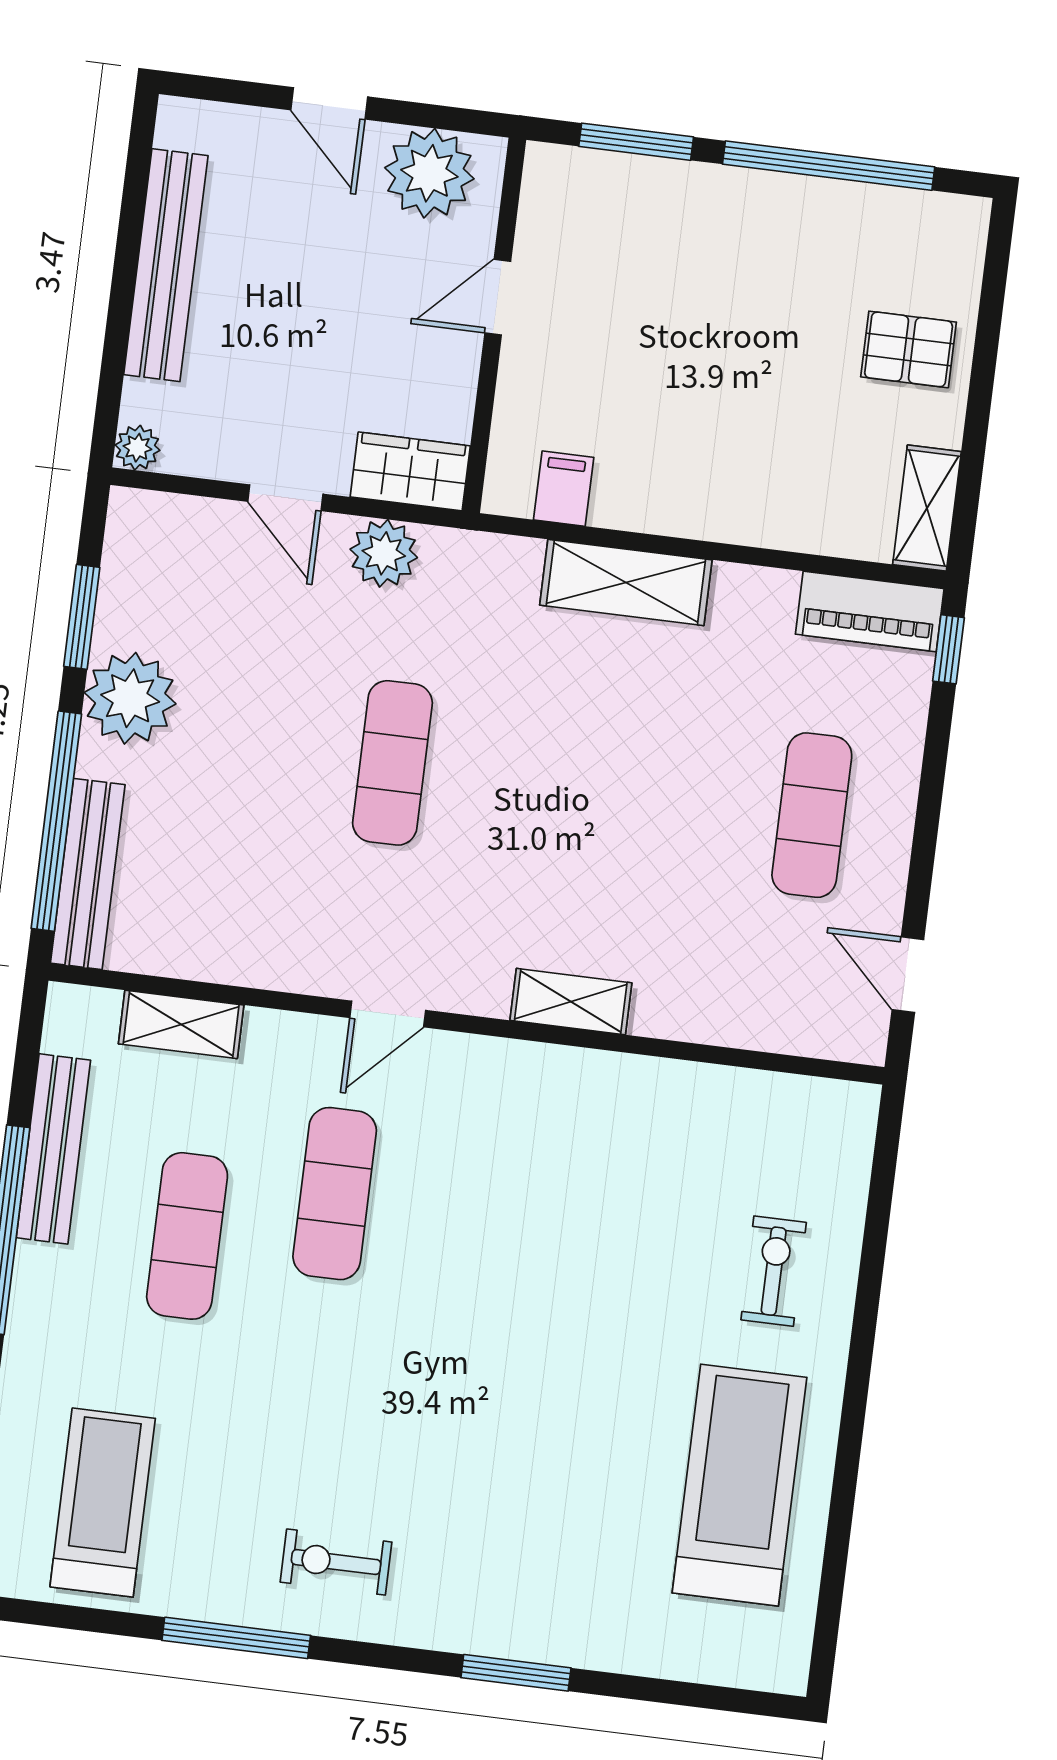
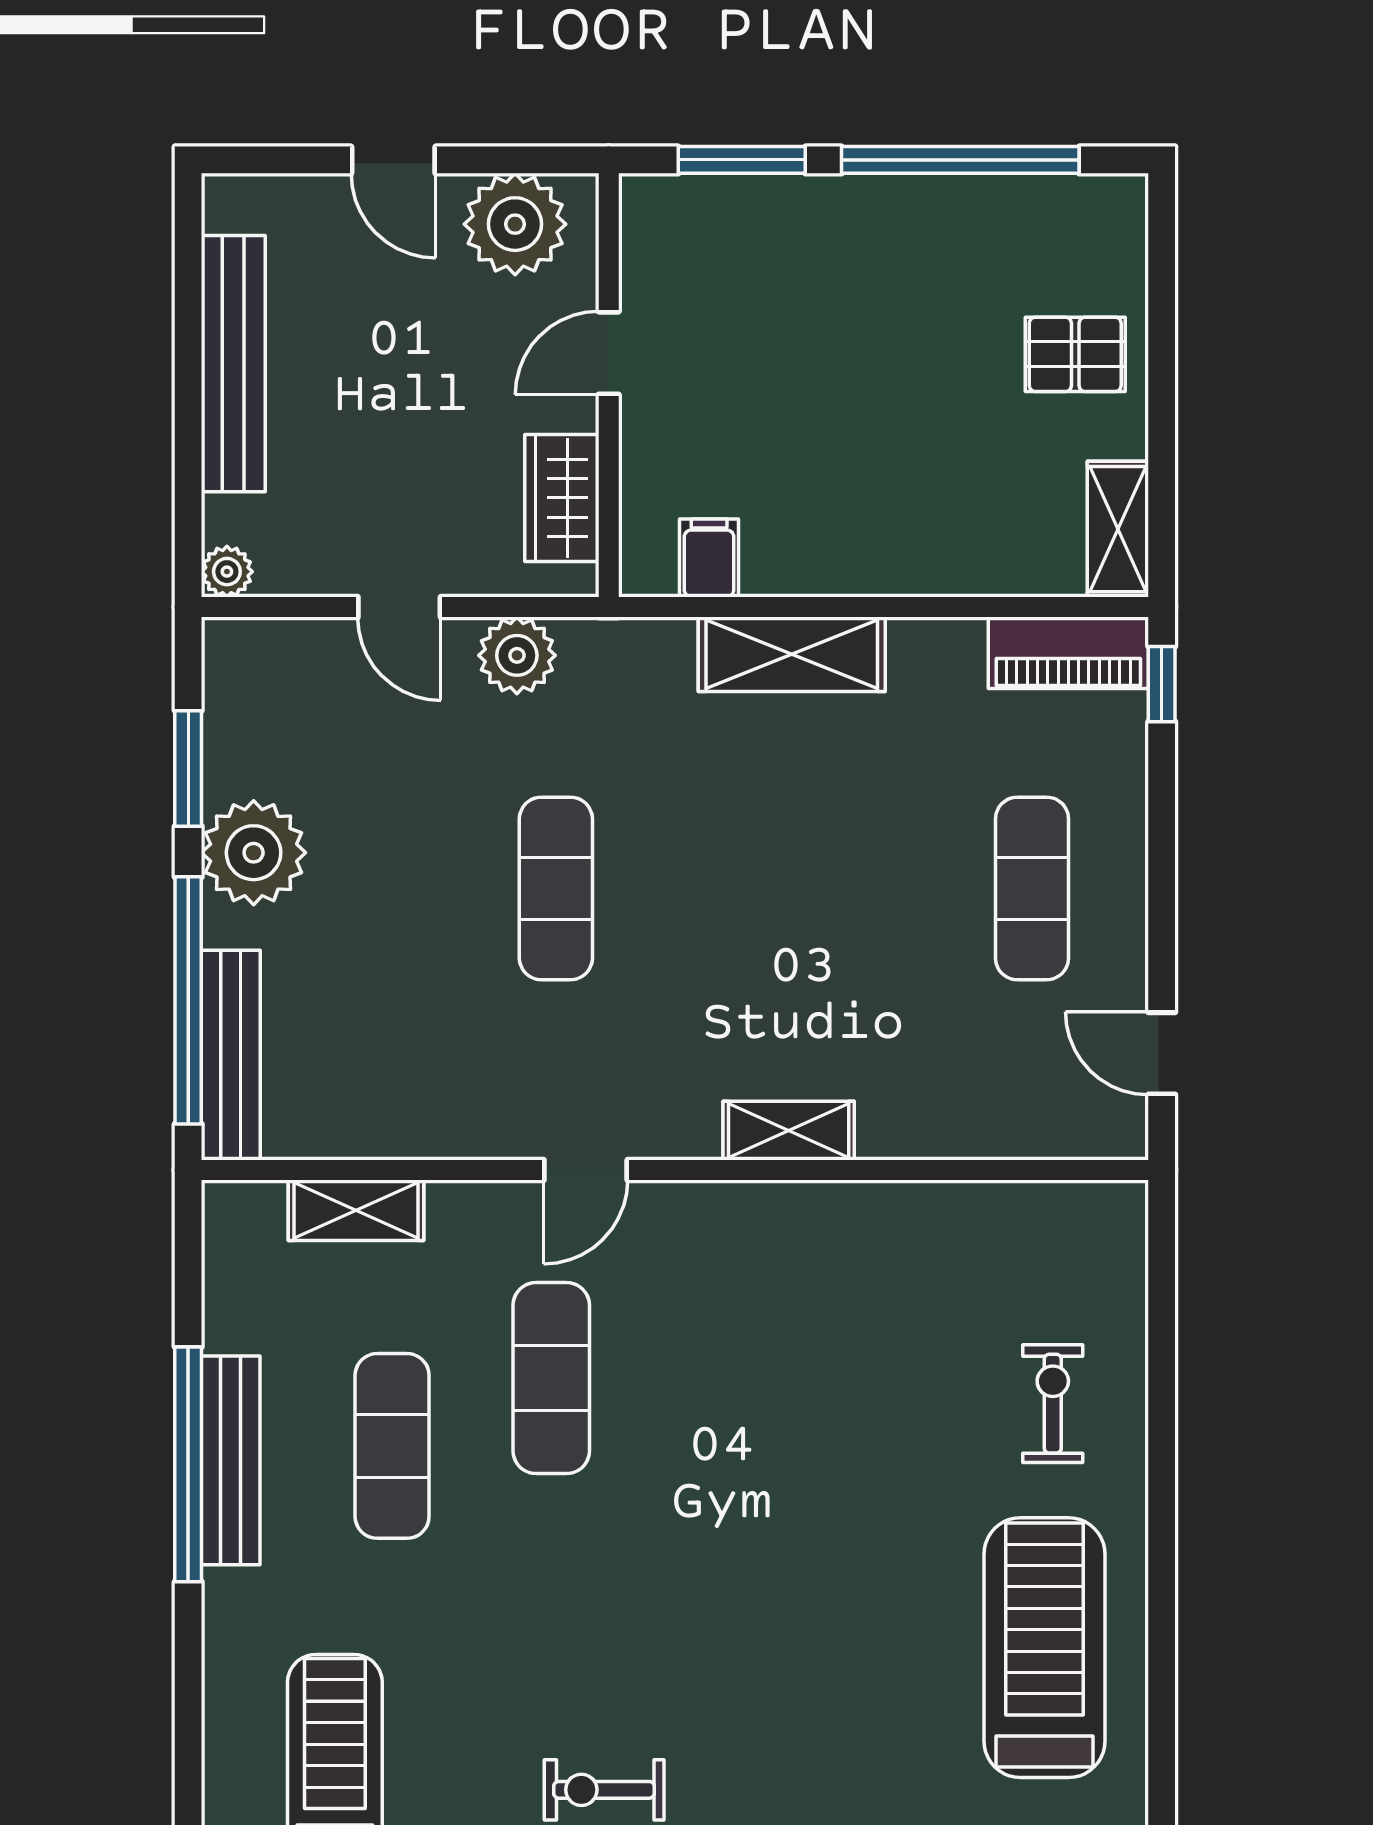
wardrobe: (410, 471) -> (562, 498), moved, turned -90
bench: (53, 1149) -> (231, 1460), moved

